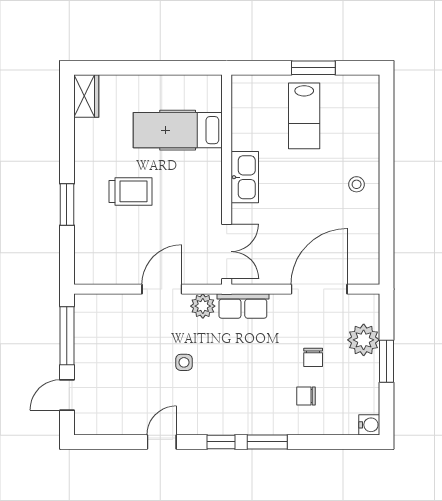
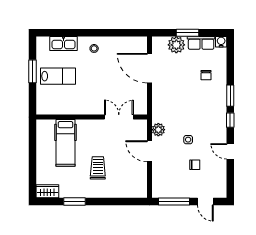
kitchen sink: (245, 177) -> (63, 43), moved, turned 180
window: (67, 204) -> (74, 201), moved
double door: (227, 251) -> (119, 117), moved
row of seats: (243, 306) -> (201, 43), moved, turned 90
chair: (313, 357) -> (195, 165), moved

